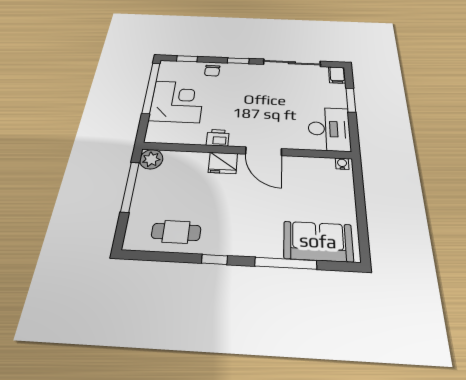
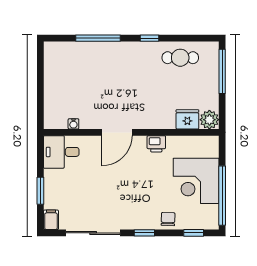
desk: (329, 129) -> (61, 152), width x0.73
door: (264, 151) -> (117, 132), swing flipped
fridge: (223, 163) -> (187, 119), moved
water cooler: (342, 164) -> (73, 124), moved
window: (130, 187) -> (222, 71), moved
sofa: (318, 241) -> (74, 56), removed

